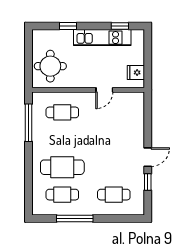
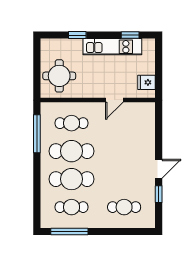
cafe table: (62, 140) -> (72, 151), added
window: (75, 219) -> (69, 232), moved

